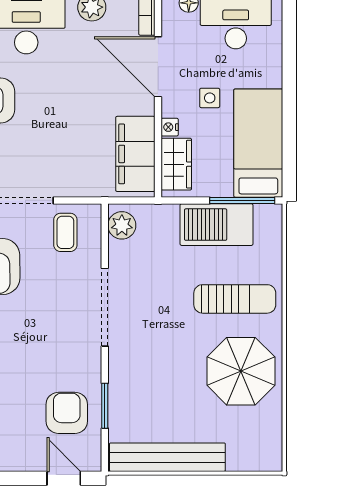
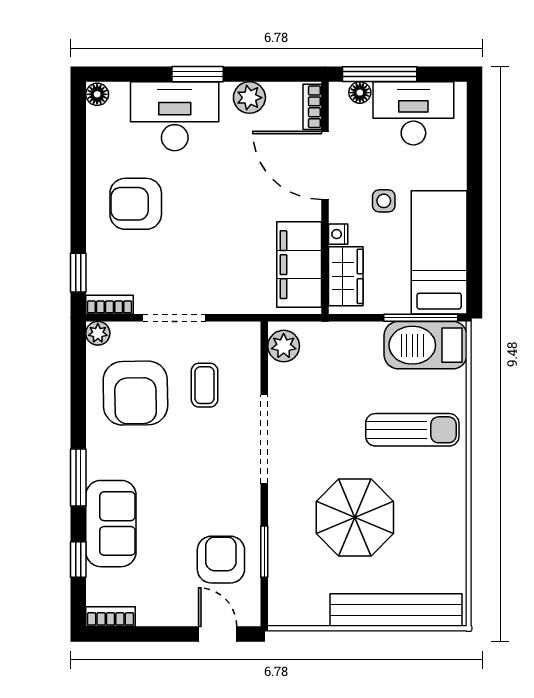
barbecue: (216, 225) -> (426, 345), moved
coffee table: (65, 232) -> (205, 385), moved
parasol: (241, 371) -> (355, 518), moved
bench: (167, 457) -> (396, 610), moved

